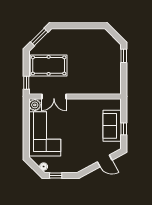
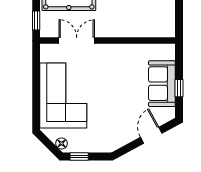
double door: (54, 96) -> (77, 41), swing flipped
plant: (35, 105) -> (49, 53), removed
door: (105, 161) -> (151, 135), swing flipped

